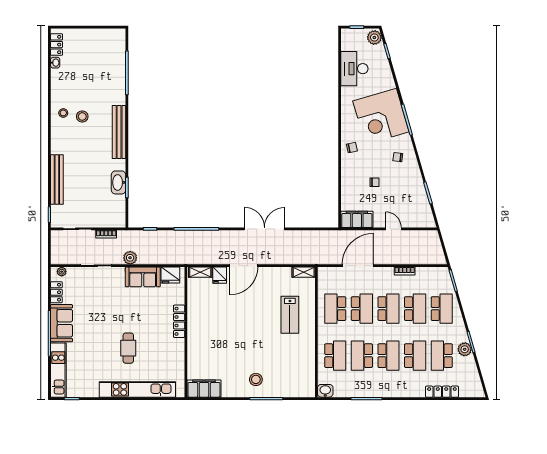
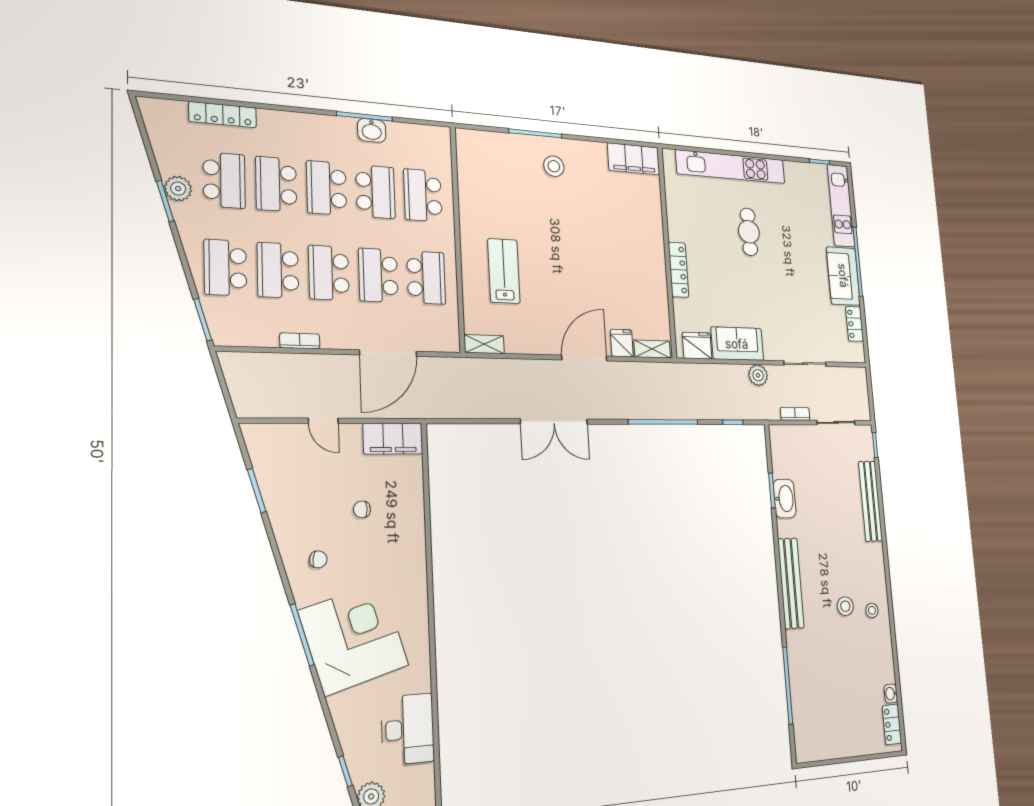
chair: (352, 148) -> (407, 574), removed
plant: (62, 272) -> (851, 356), removed
washbasin: (325, 391) -> (372, 130), moved

